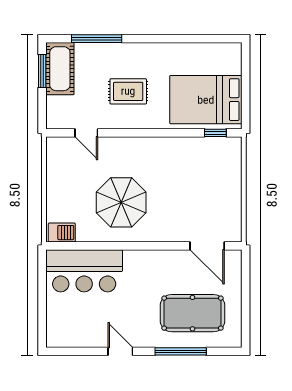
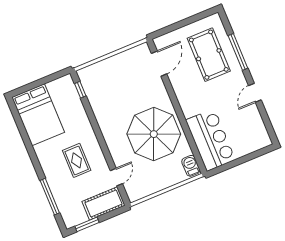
cot: (60, 69) -> (104, 203), moved
bed: (206, 100) -> (38, 115), moved
parasol: (121, 202) -> (154, 134), width x1.36, depth x1.36

